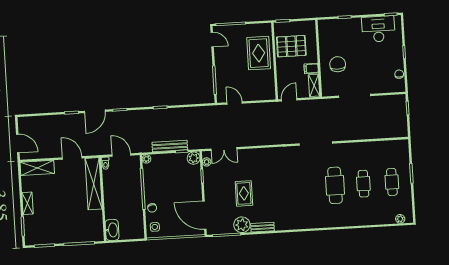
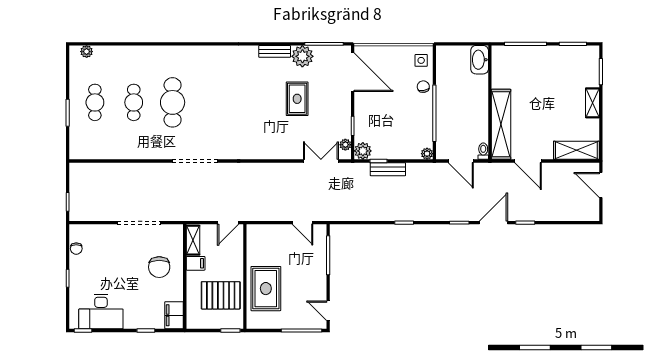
filing cabinet: (325, 30) -> (174, 315), added
bench: (170, 146) -> (388, 169), width x0.73

